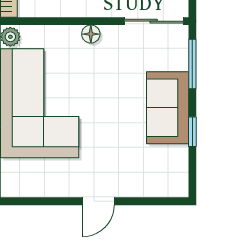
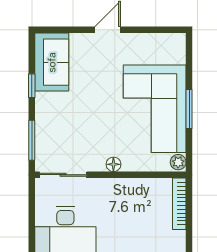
sofa: (168, 108) -> (52, 62), moved

